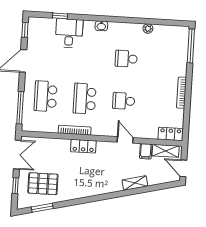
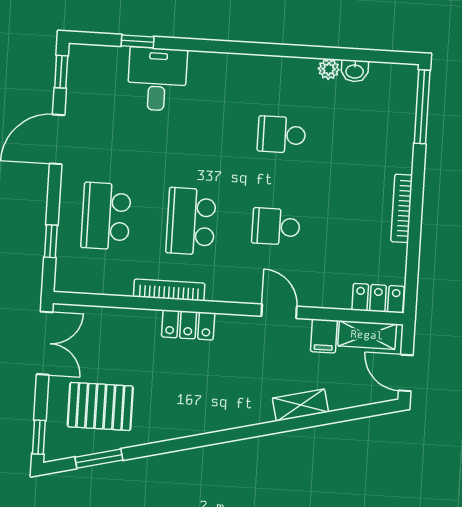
washbasin: (101, 26) -> (355, 71), moved
window: (20, 108) -> (51, 241), width x0.46
window: (15, 186) -> (39, 437), moved

